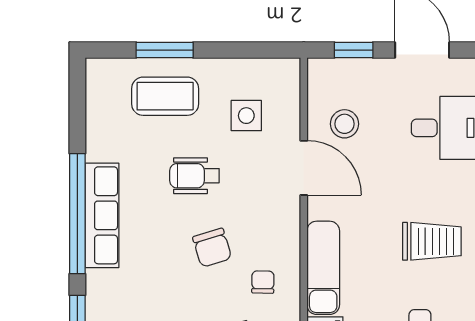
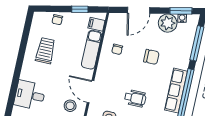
trolley: (432, 241) -> (45, 51), turned 90
chair: (212, 248) -> (151, 57), moved, turned 107

